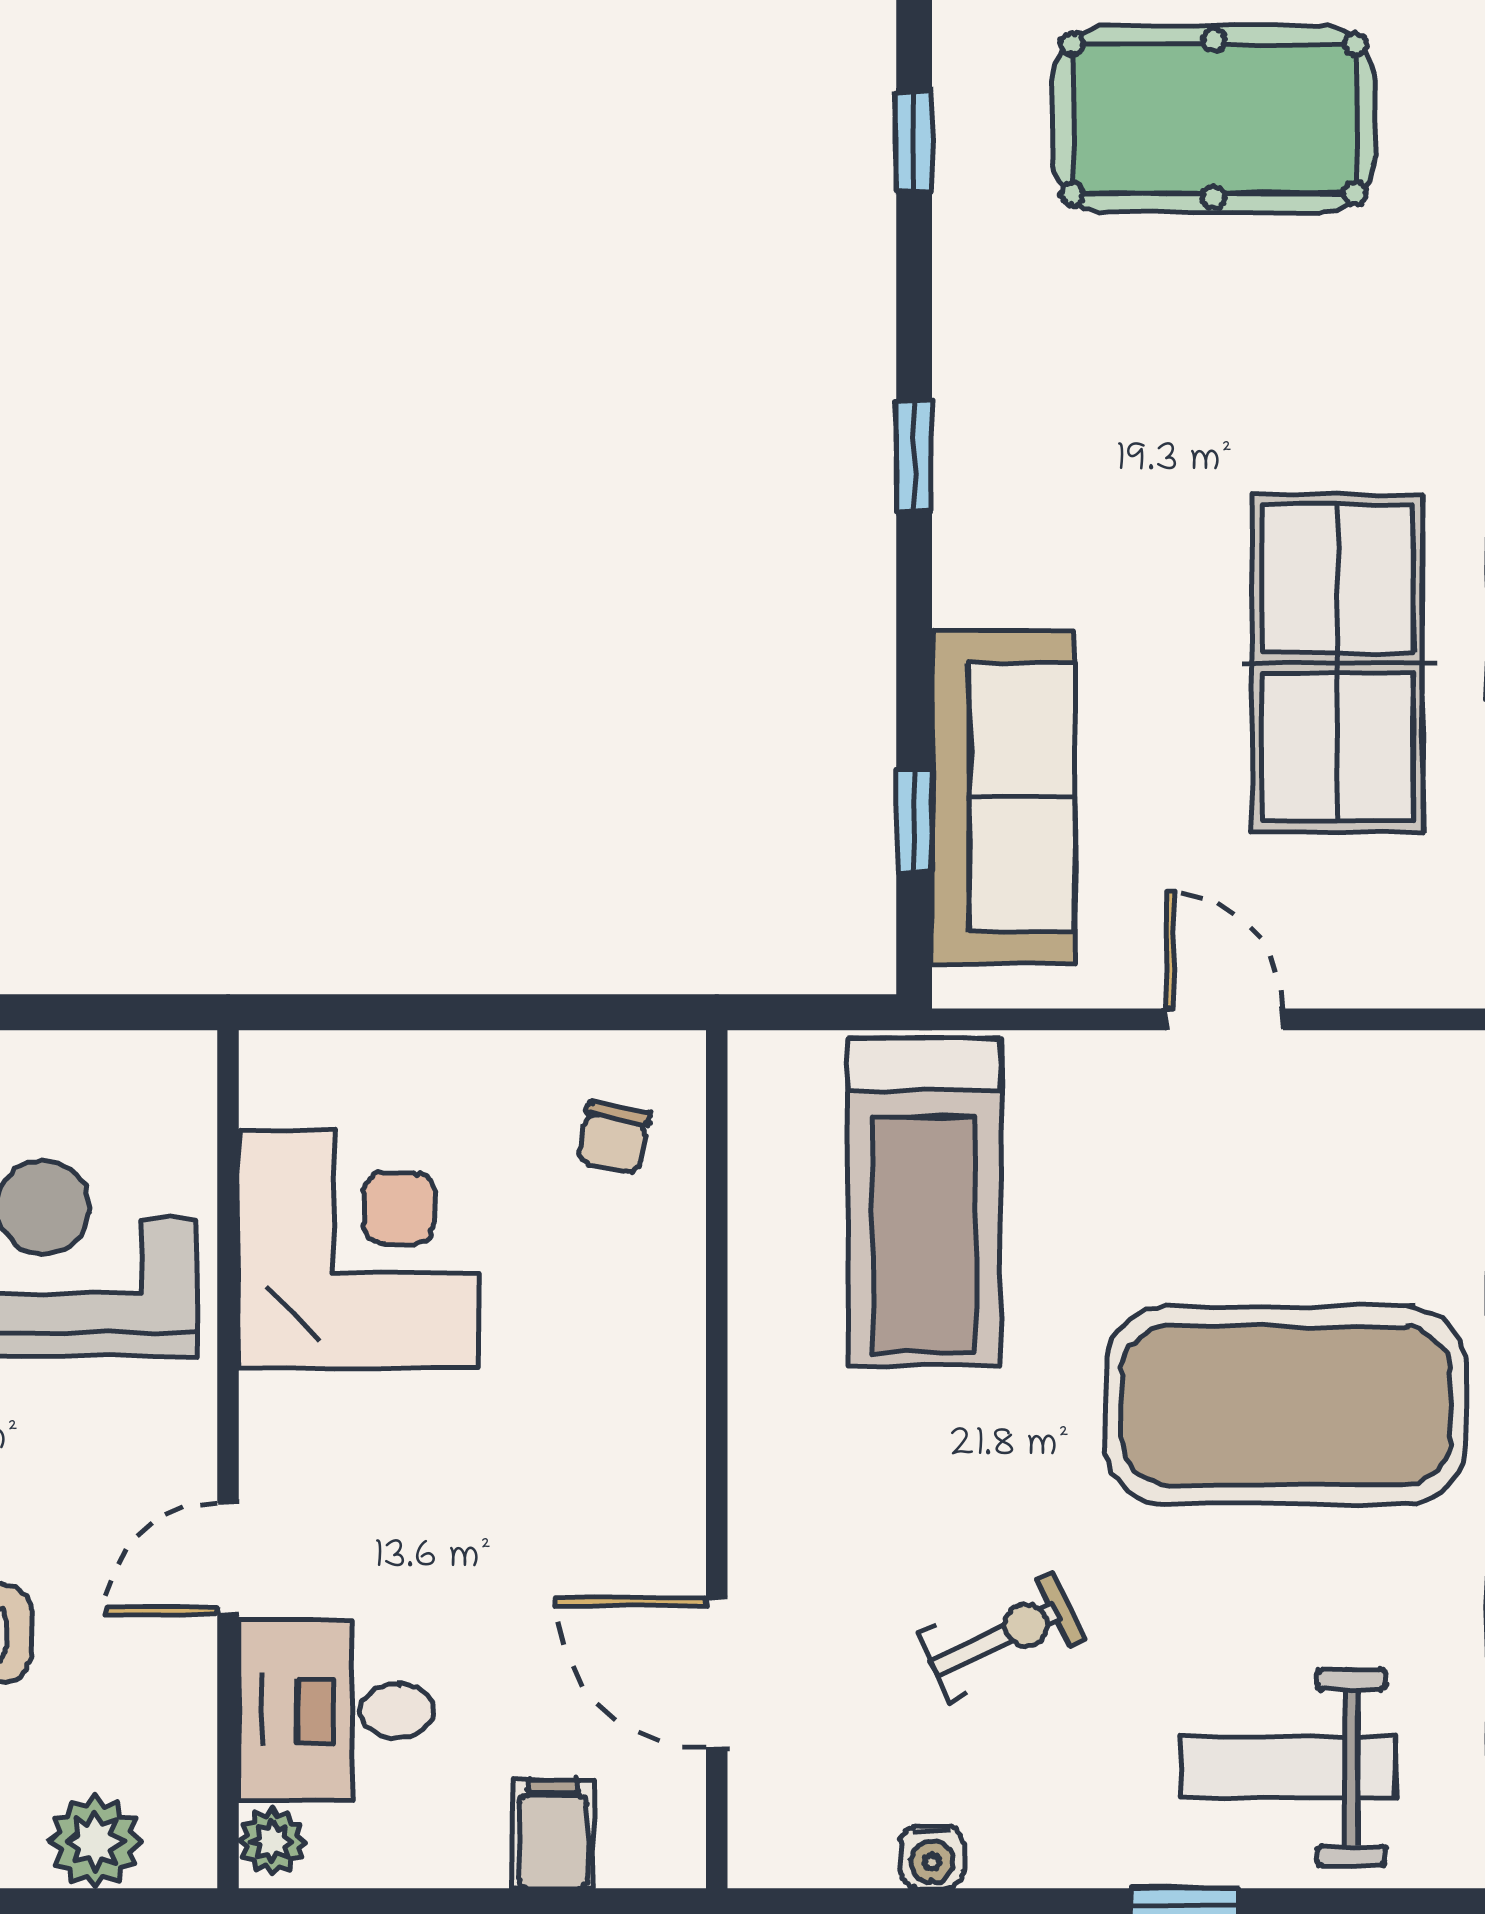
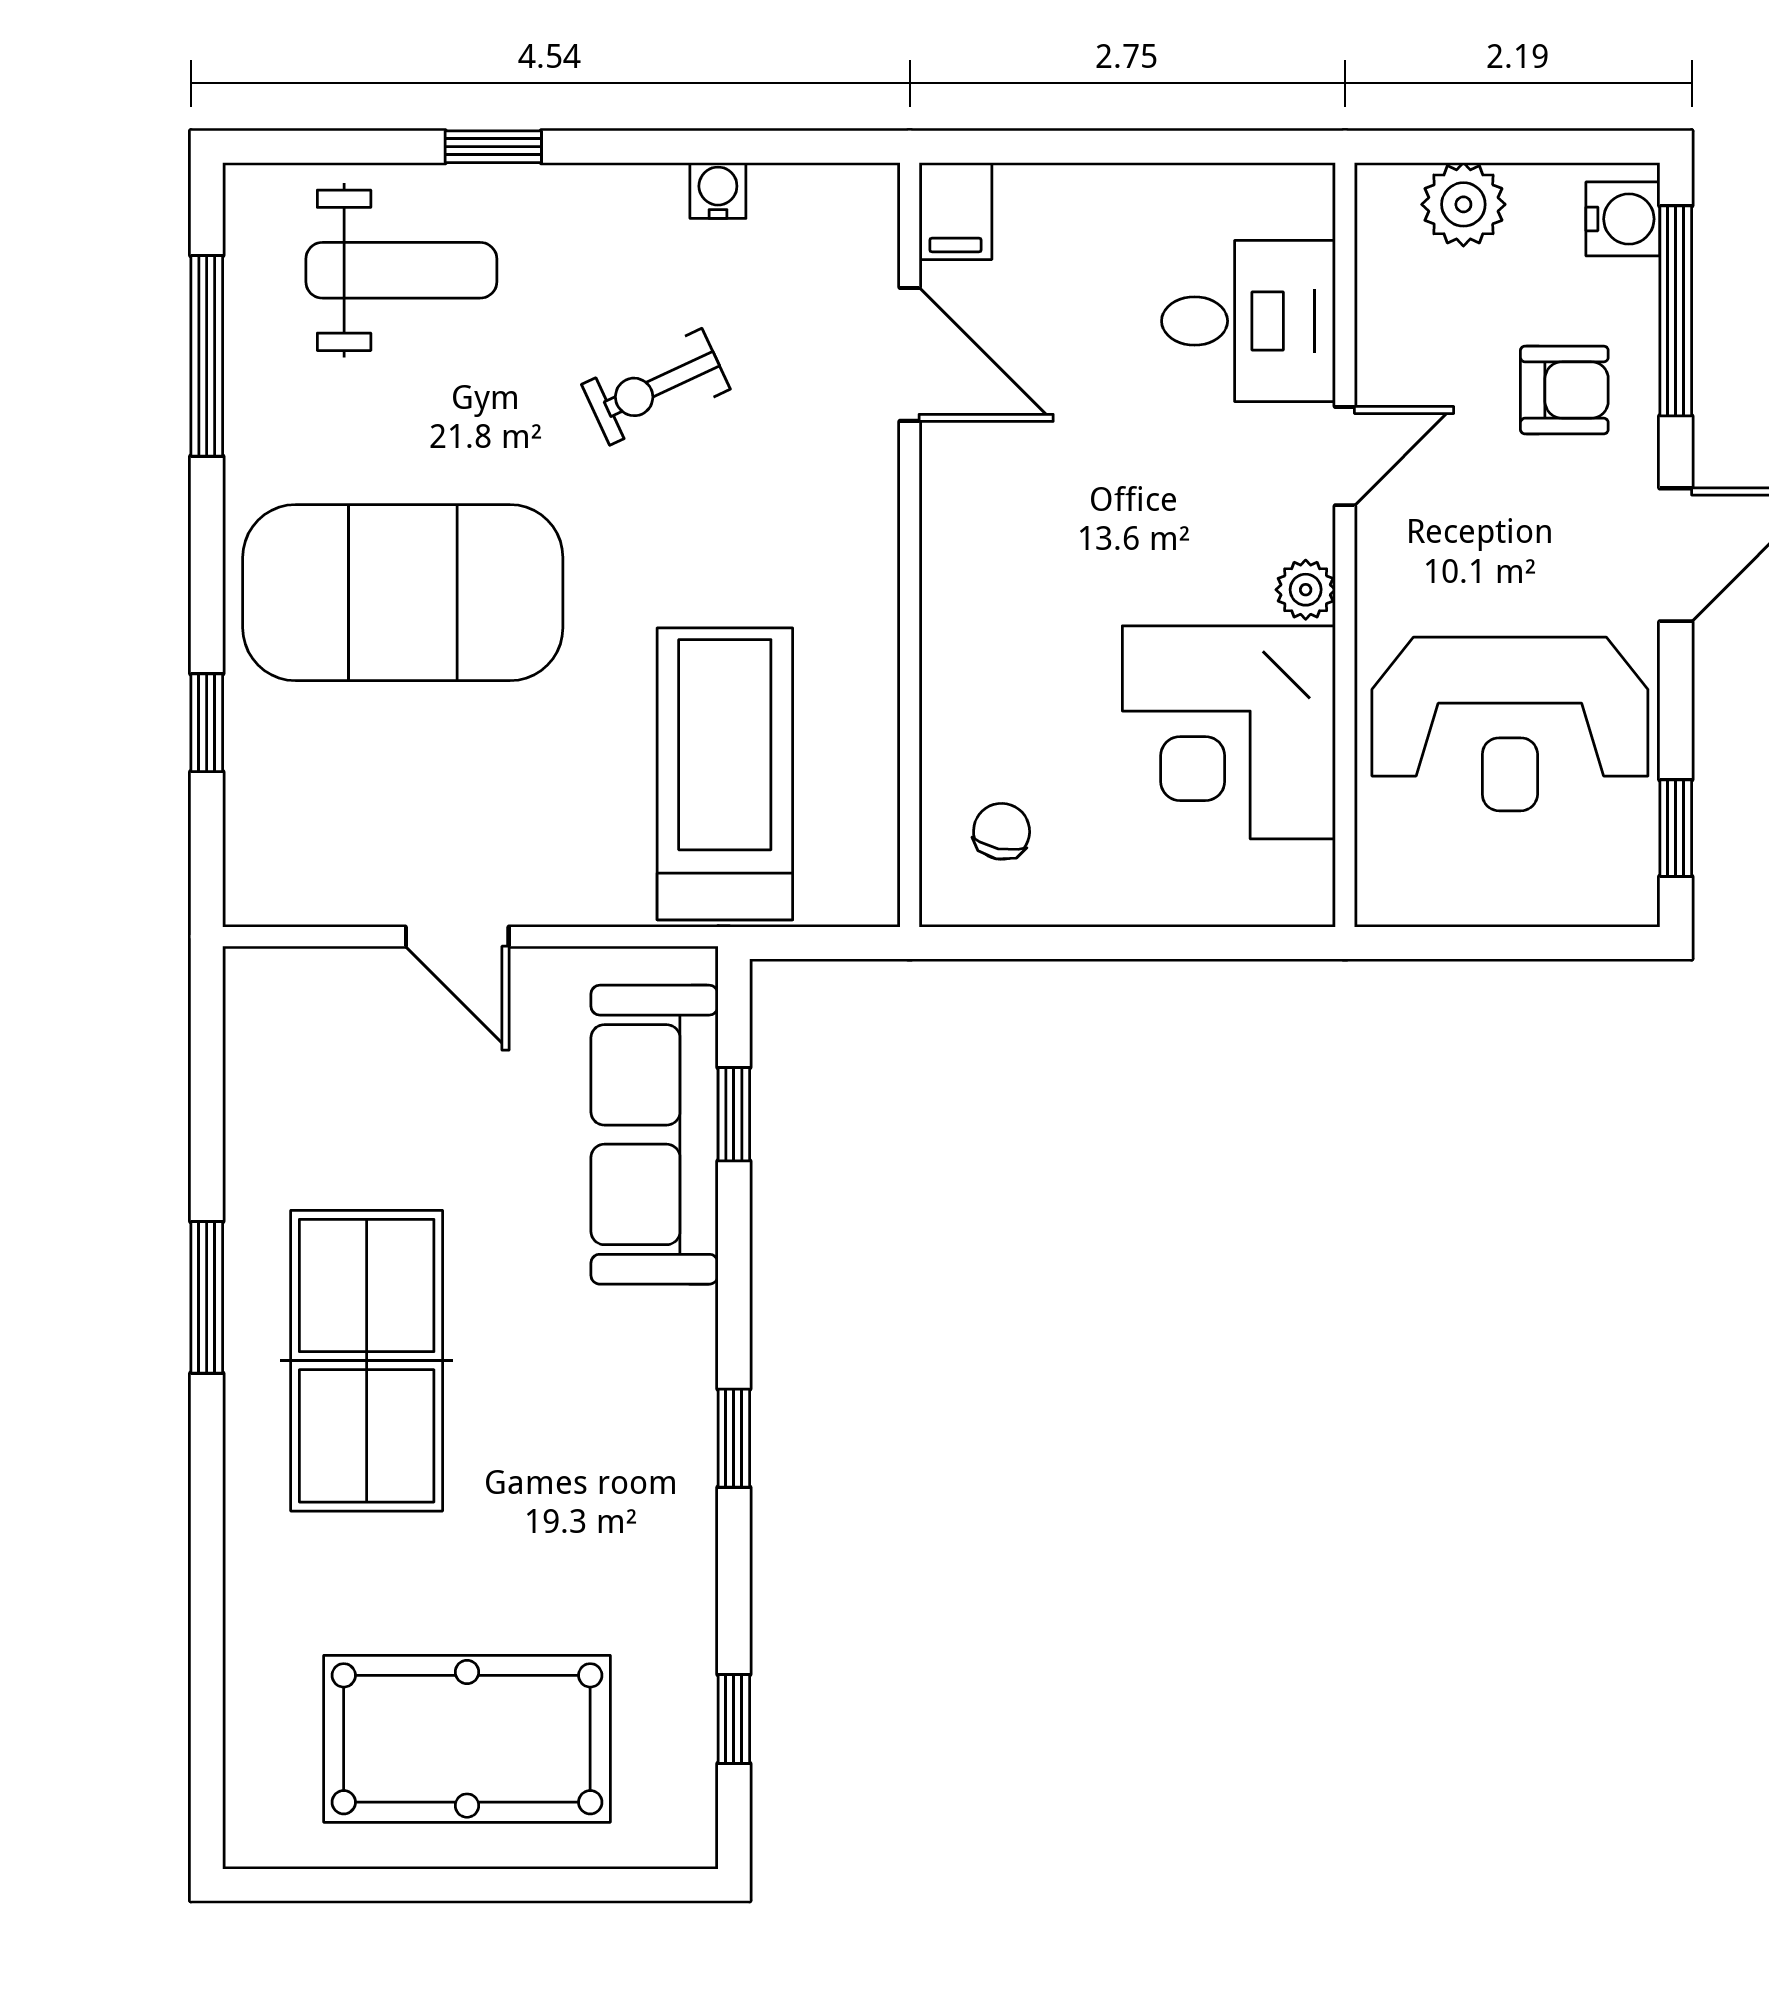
table tennis table: (1337, 663) -> (367, 1361), moved
filing cabinet: (553, 1834) -> (955, 211), moved
plant: (272, 1842) -> (1306, 590), moved

